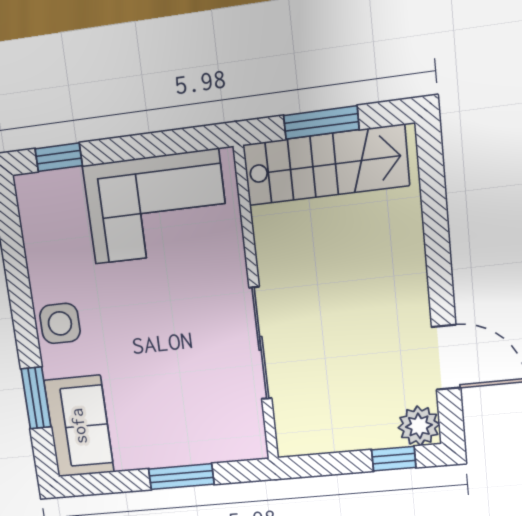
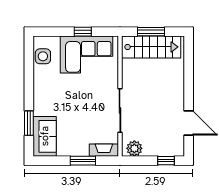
window: (59, 157) -> (83, 32), moved
side table: (60, 323) -> (43, 56), moved
plant: (419, 426) -> (134, 148), moved
fireplace: (231, 447) -> (104, 150), added

